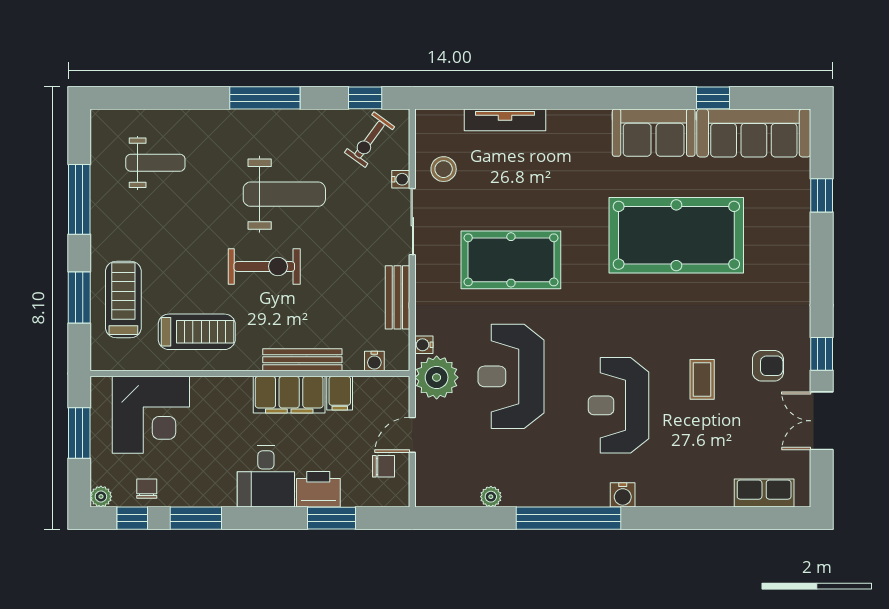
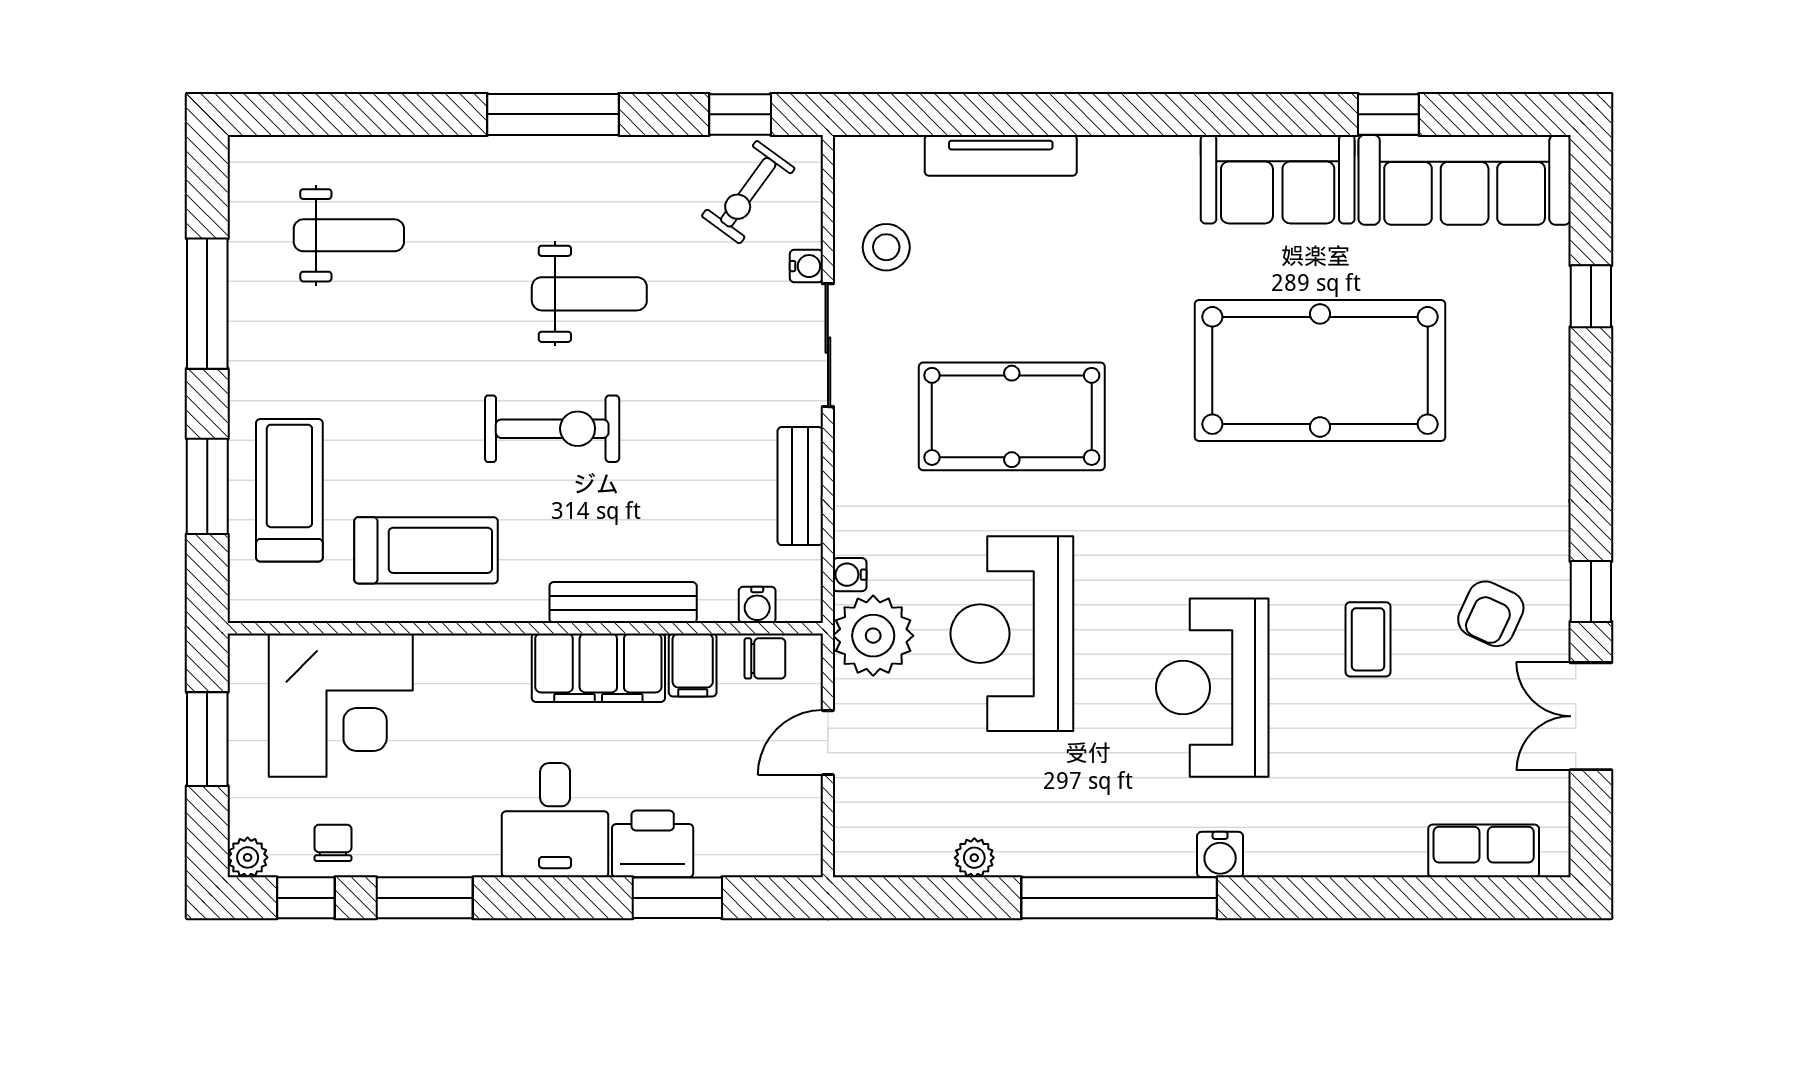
weight bench: (284, 194) -> (589, 294), width x0.73, depth x0.75
armchair: (768, 366) -> (1491, 614), turned 115
chair: (384, 466) -> (765, 658), moved

